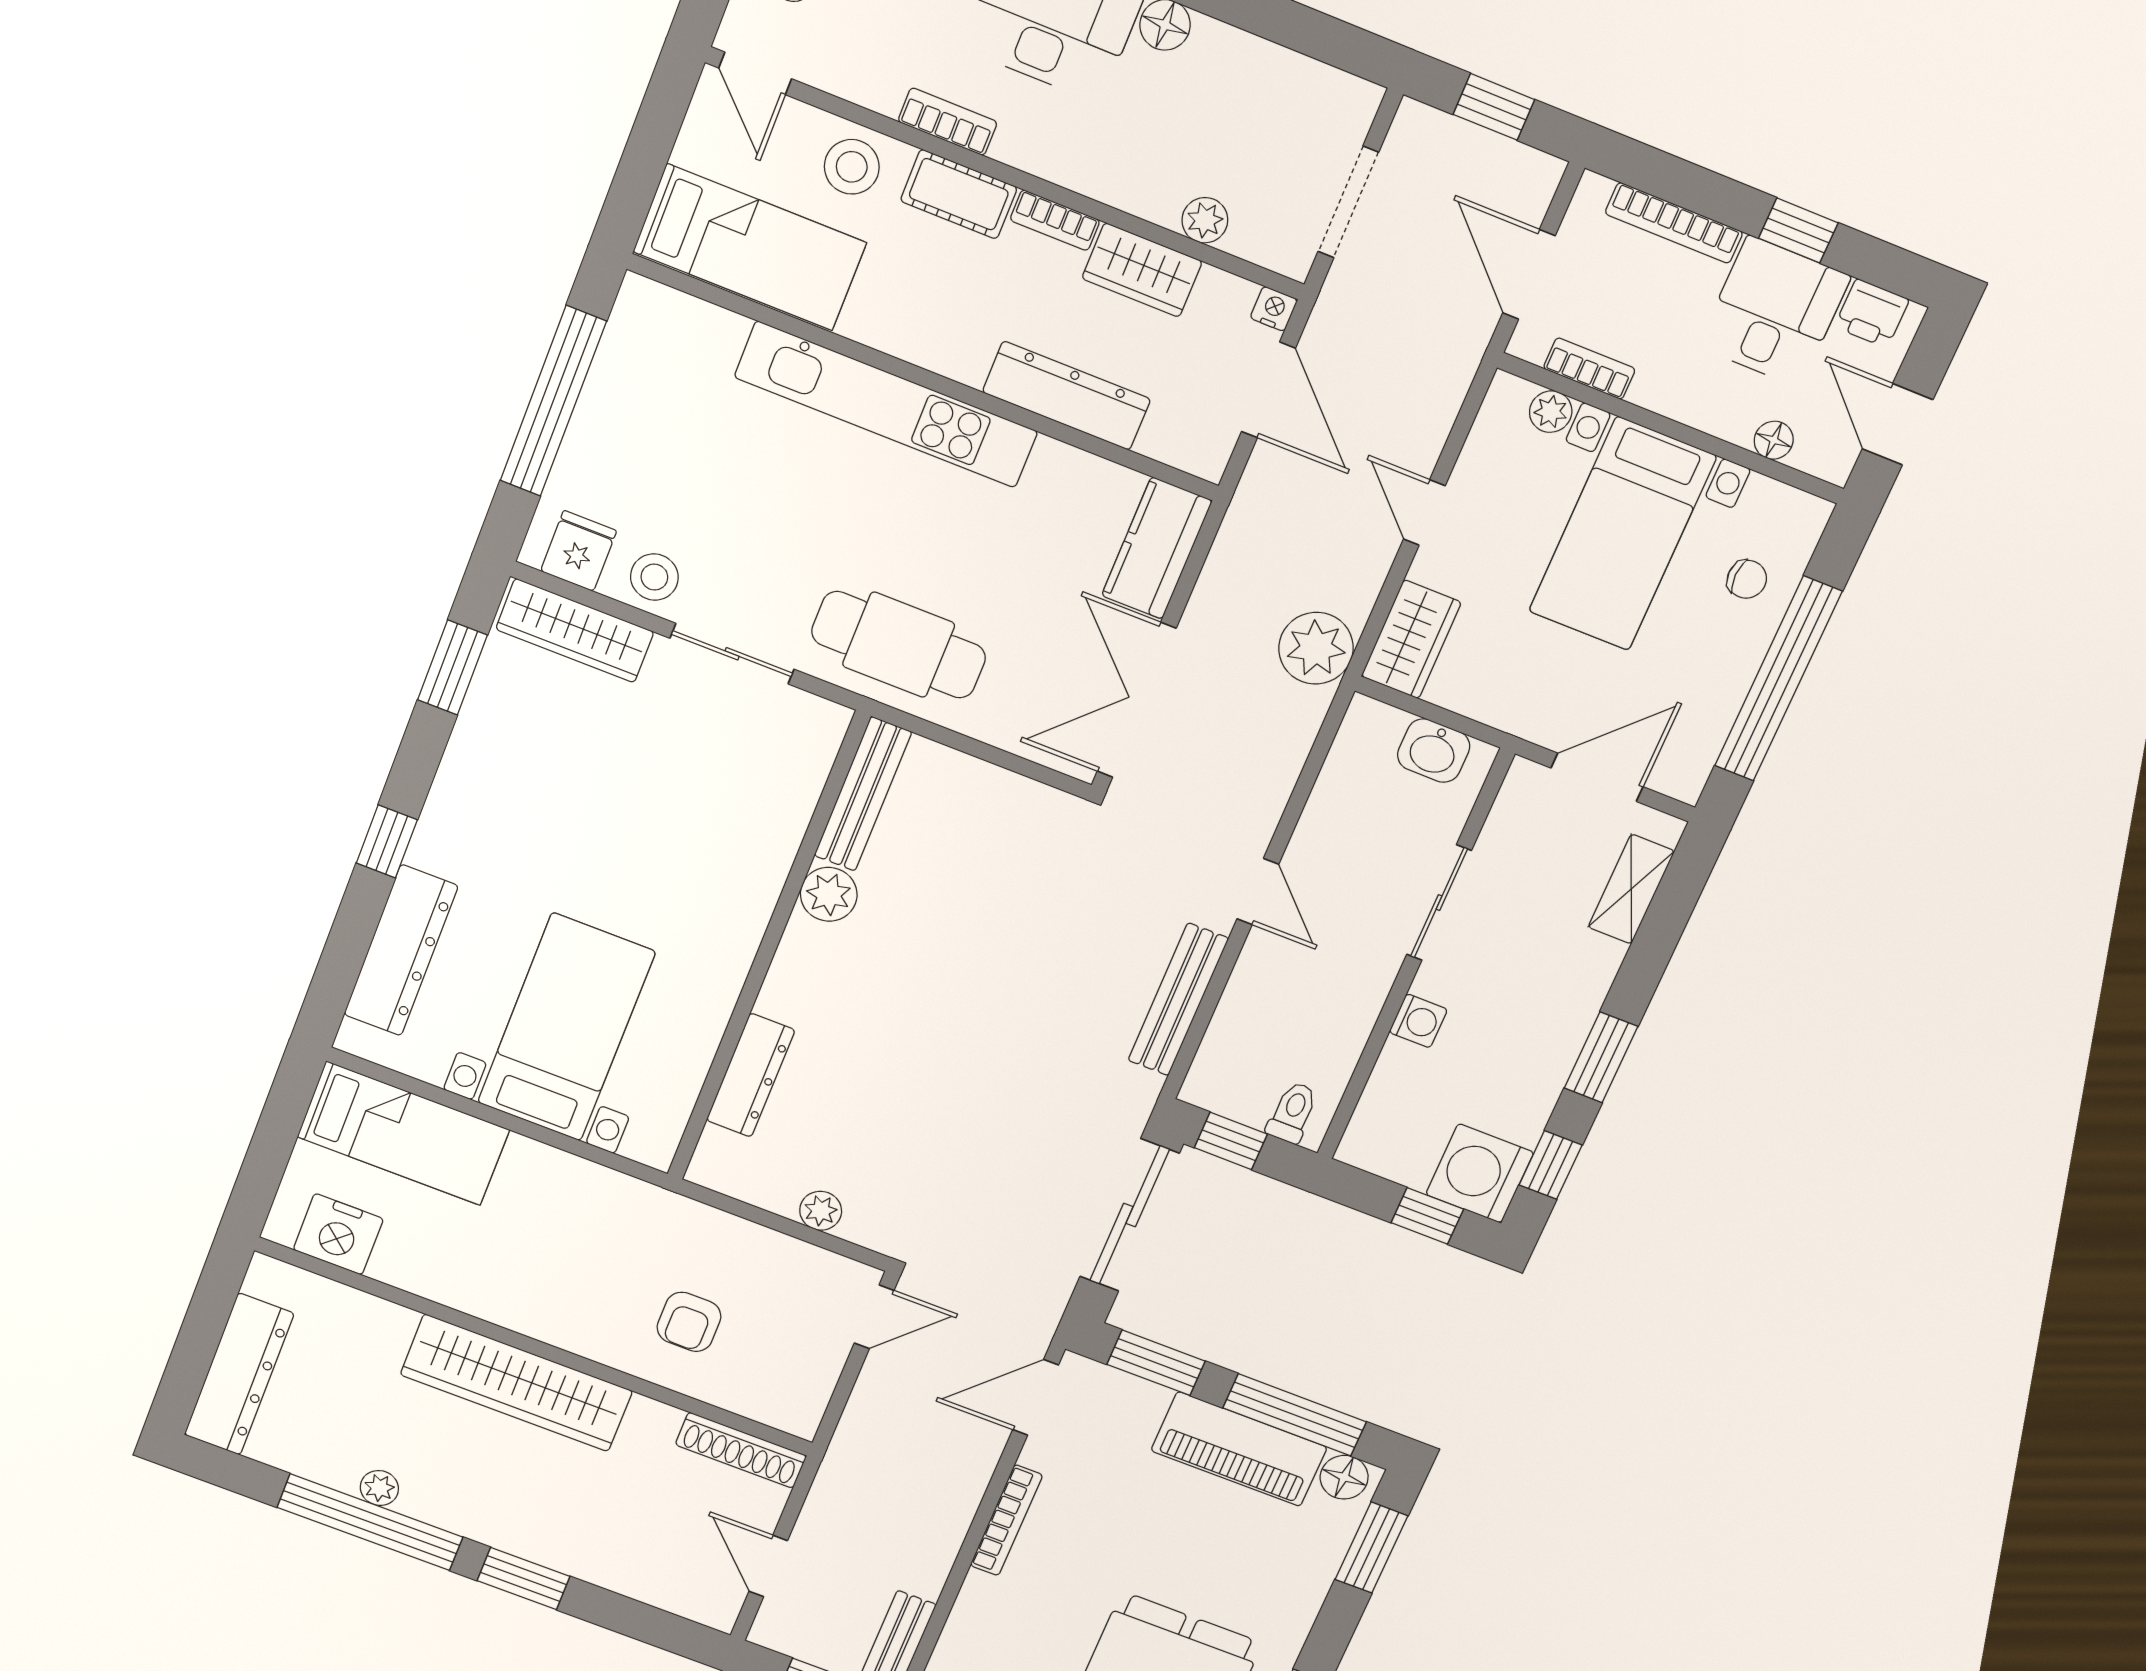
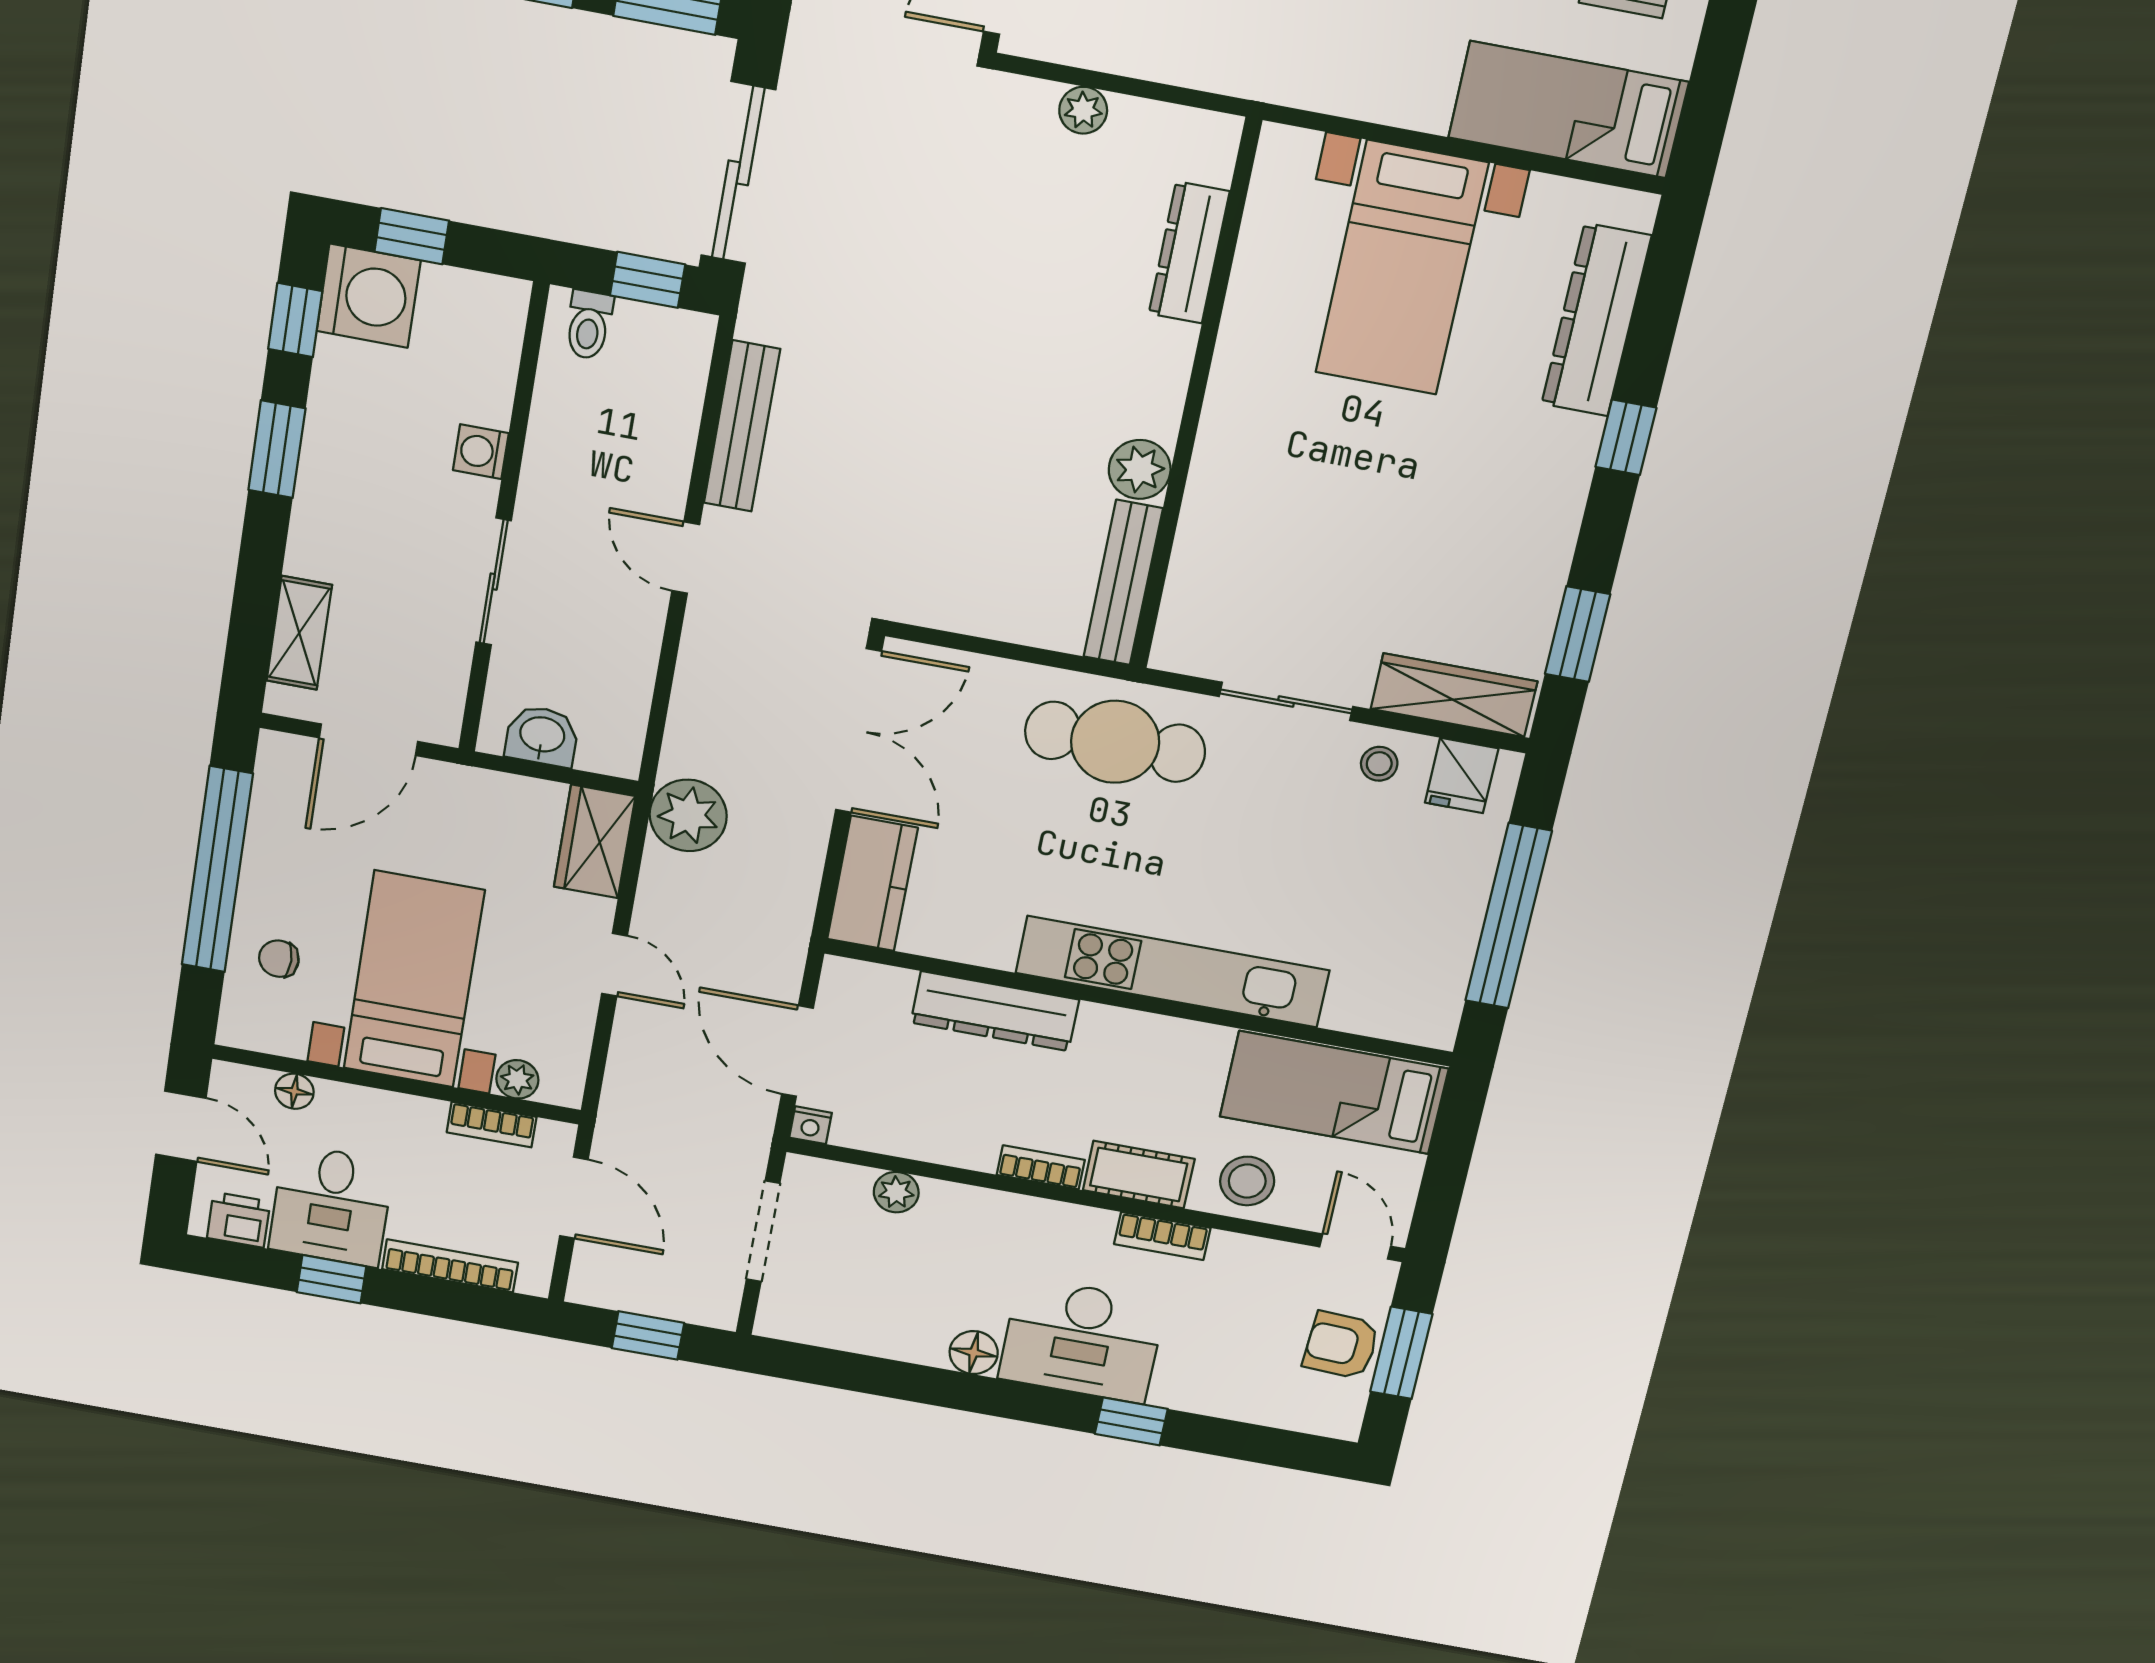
wardrobe: (1142, 270) -> (947, 1138), removed
stool: (654, 577) -> (1379, 764), width x0.73, depth x0.73

